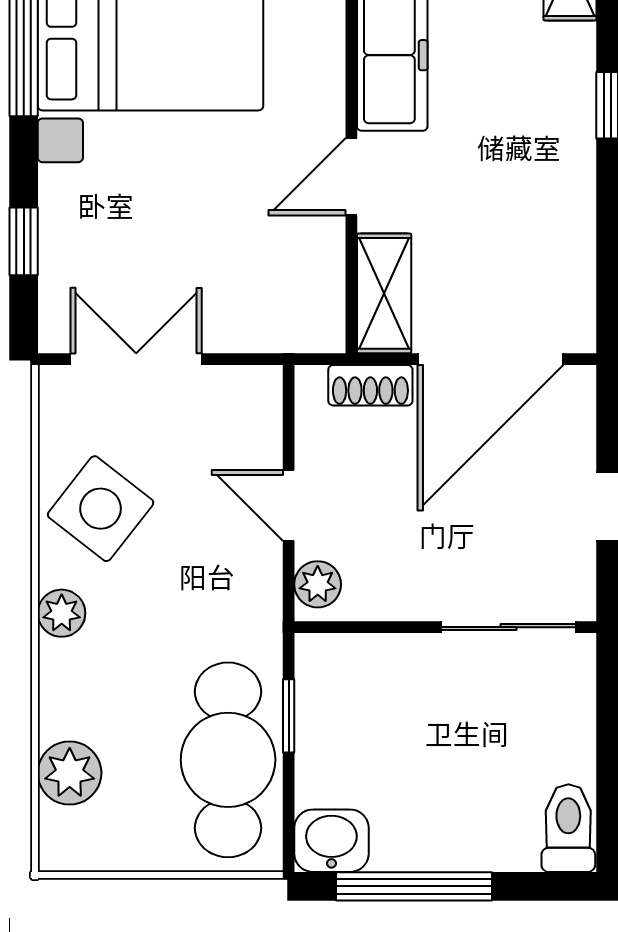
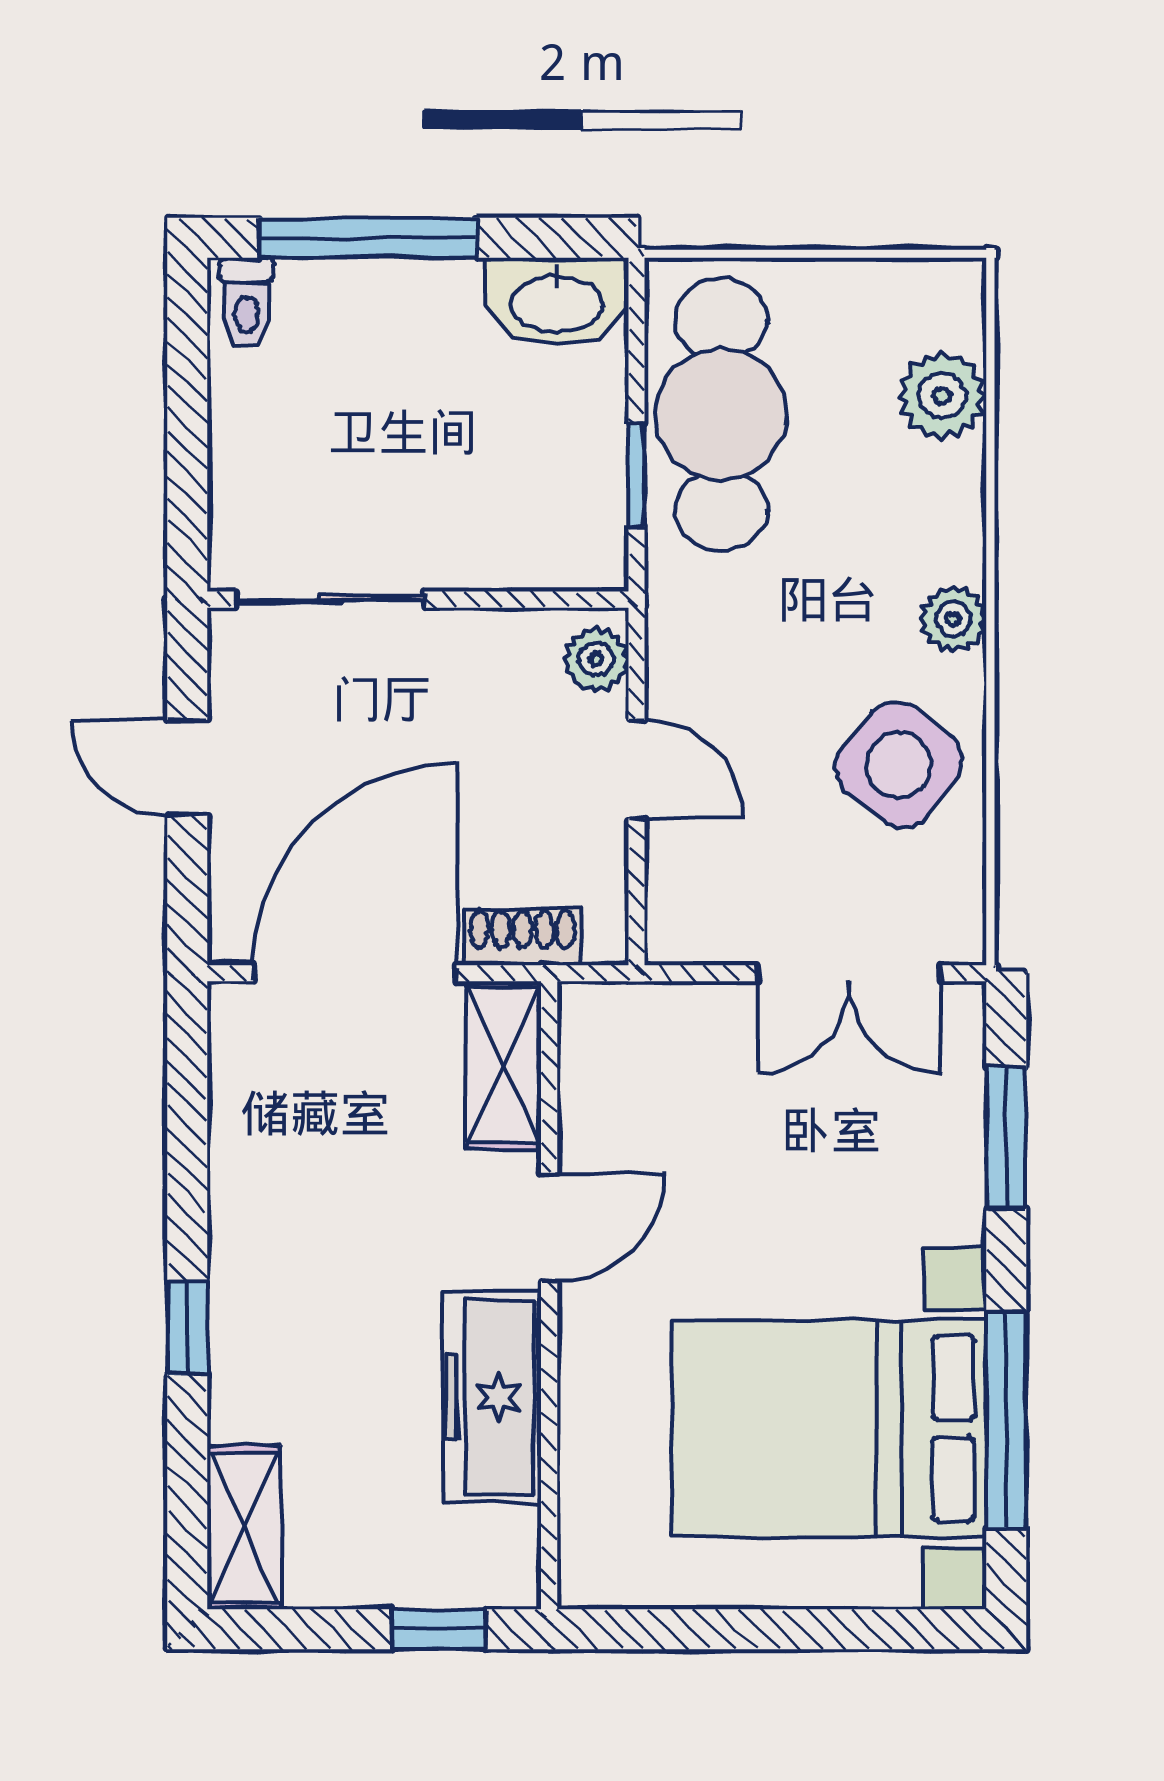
window: (24, 241) -> (1006, 1137), width x1.50
toilet: (568, 828) -> (246, 302), width x0.73, depth x0.72
washbasin: (331, 841) -> (557, 302), width x1.38
window: (414, 886) -> (368, 238), moved

